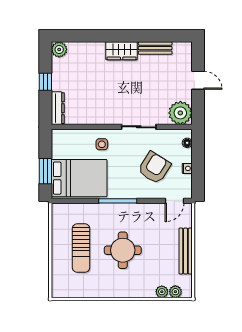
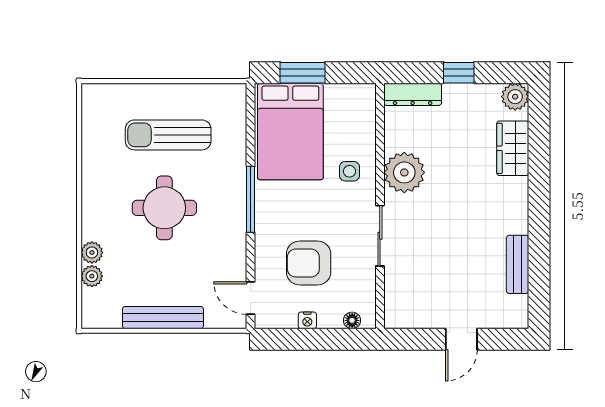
wardrobe: (122, 51) -> (513, 148), moved
plant: (180, 113) -> (404, 172), moved
armchair: (154, 168) -> (309, 263), turned 148
plant: (175, 292) -> (92, 252), moved

